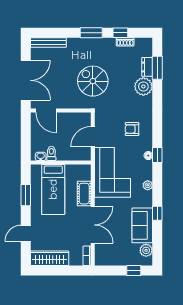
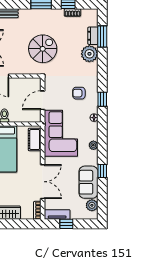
spiral stairs: (93, 81) -> (43, 49), turned 90
window: (157, 155) -> (102, 99), moved
cot: (84, 194) -> (35, 139), moved
tv unit: (108, 260) -> (57, 215), added
window: (134, 270) -> (66, 224), moved

